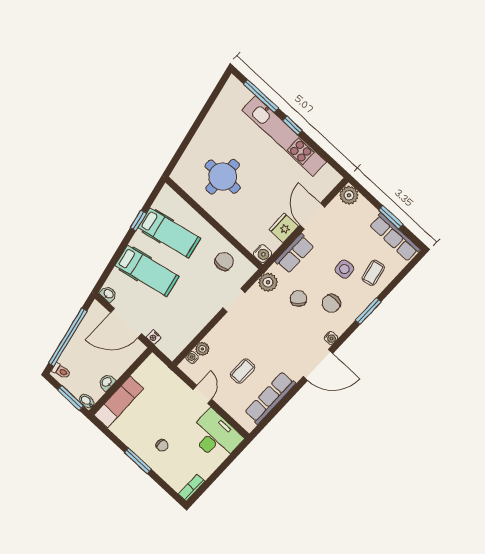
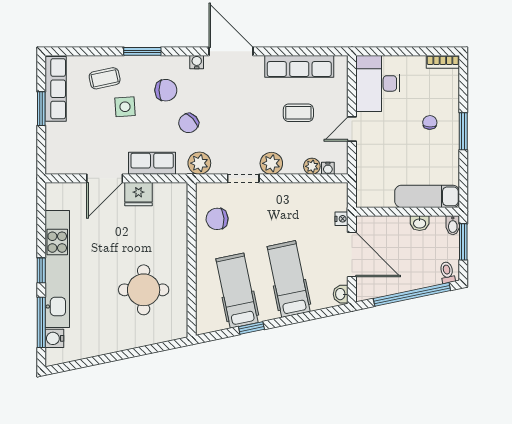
plant: (349, 195) -> (271, 163), moved
water cooler: (263, 254) -> (54, 338), moved, turned -90

